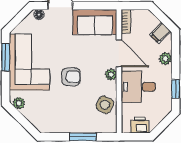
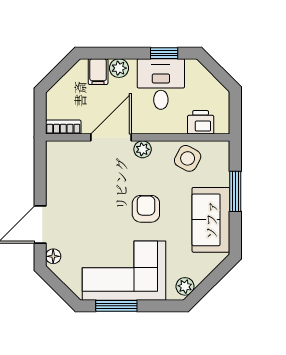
sofa: (95, 22) -> (211, 220), moved, turned 180
filing cabinet: (160, 33) -> (98, 72), moved, turned 45
desk: (138, 87) -> (161, 84), moved, turned 180
printer: (140, 125) -> (201, 122), moved, turned 90

